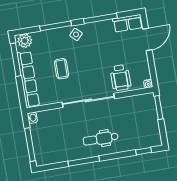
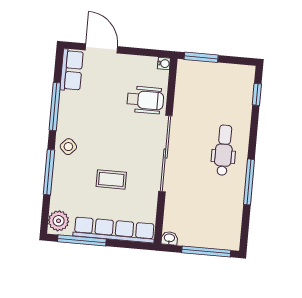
dental chair: (101, 139) -> (224, 150), turned 180

